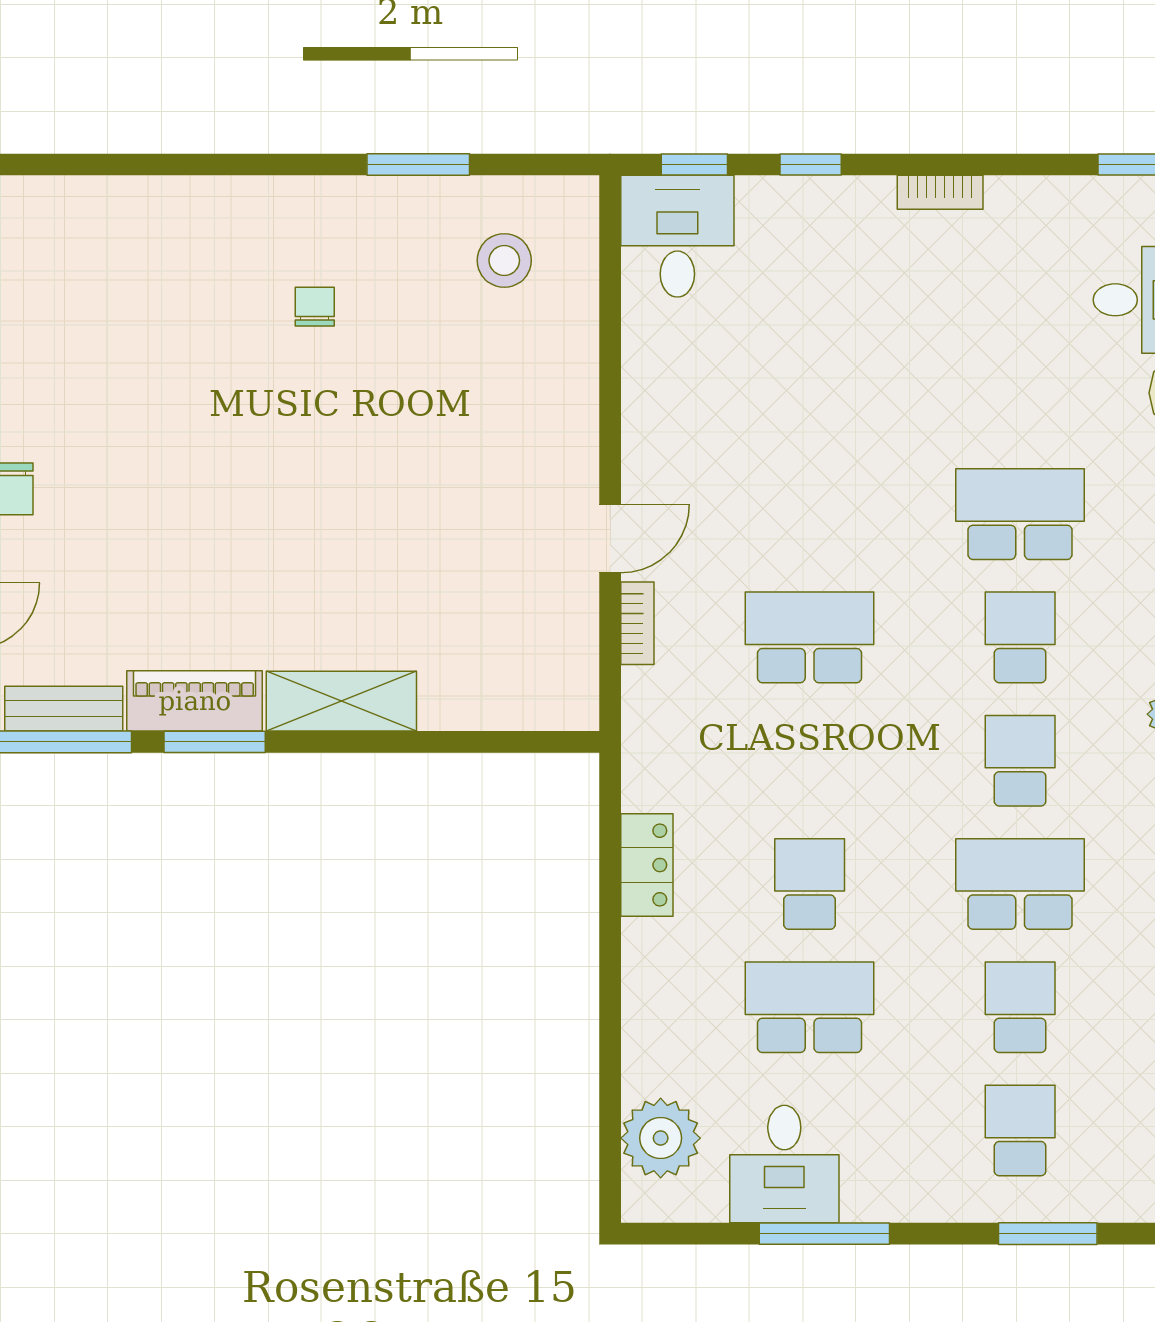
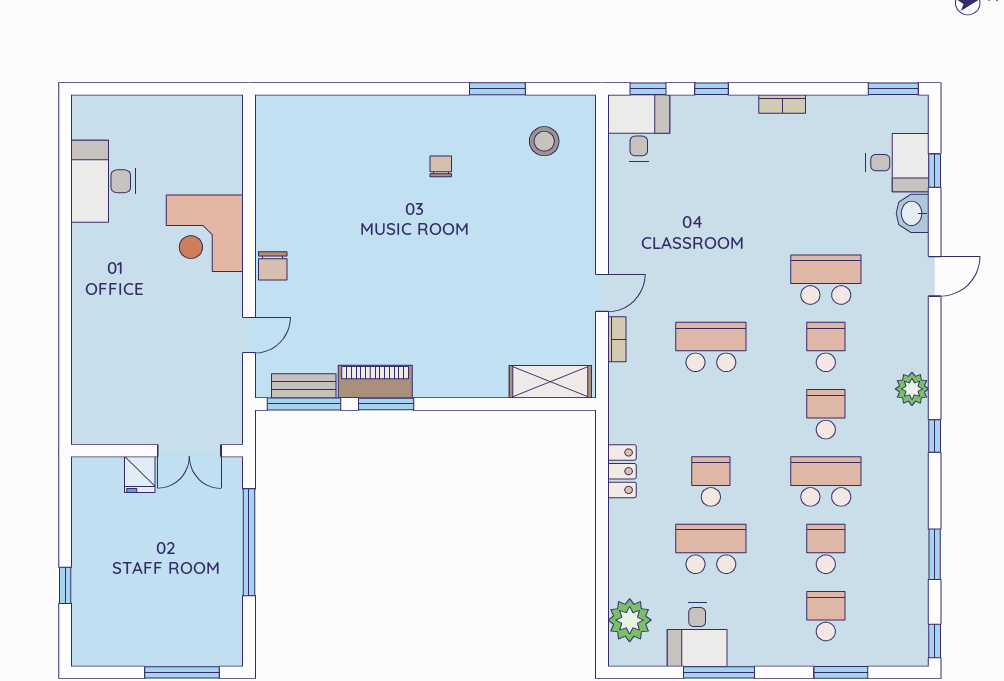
shelving: (341, 701) -> (550, 382), moved

